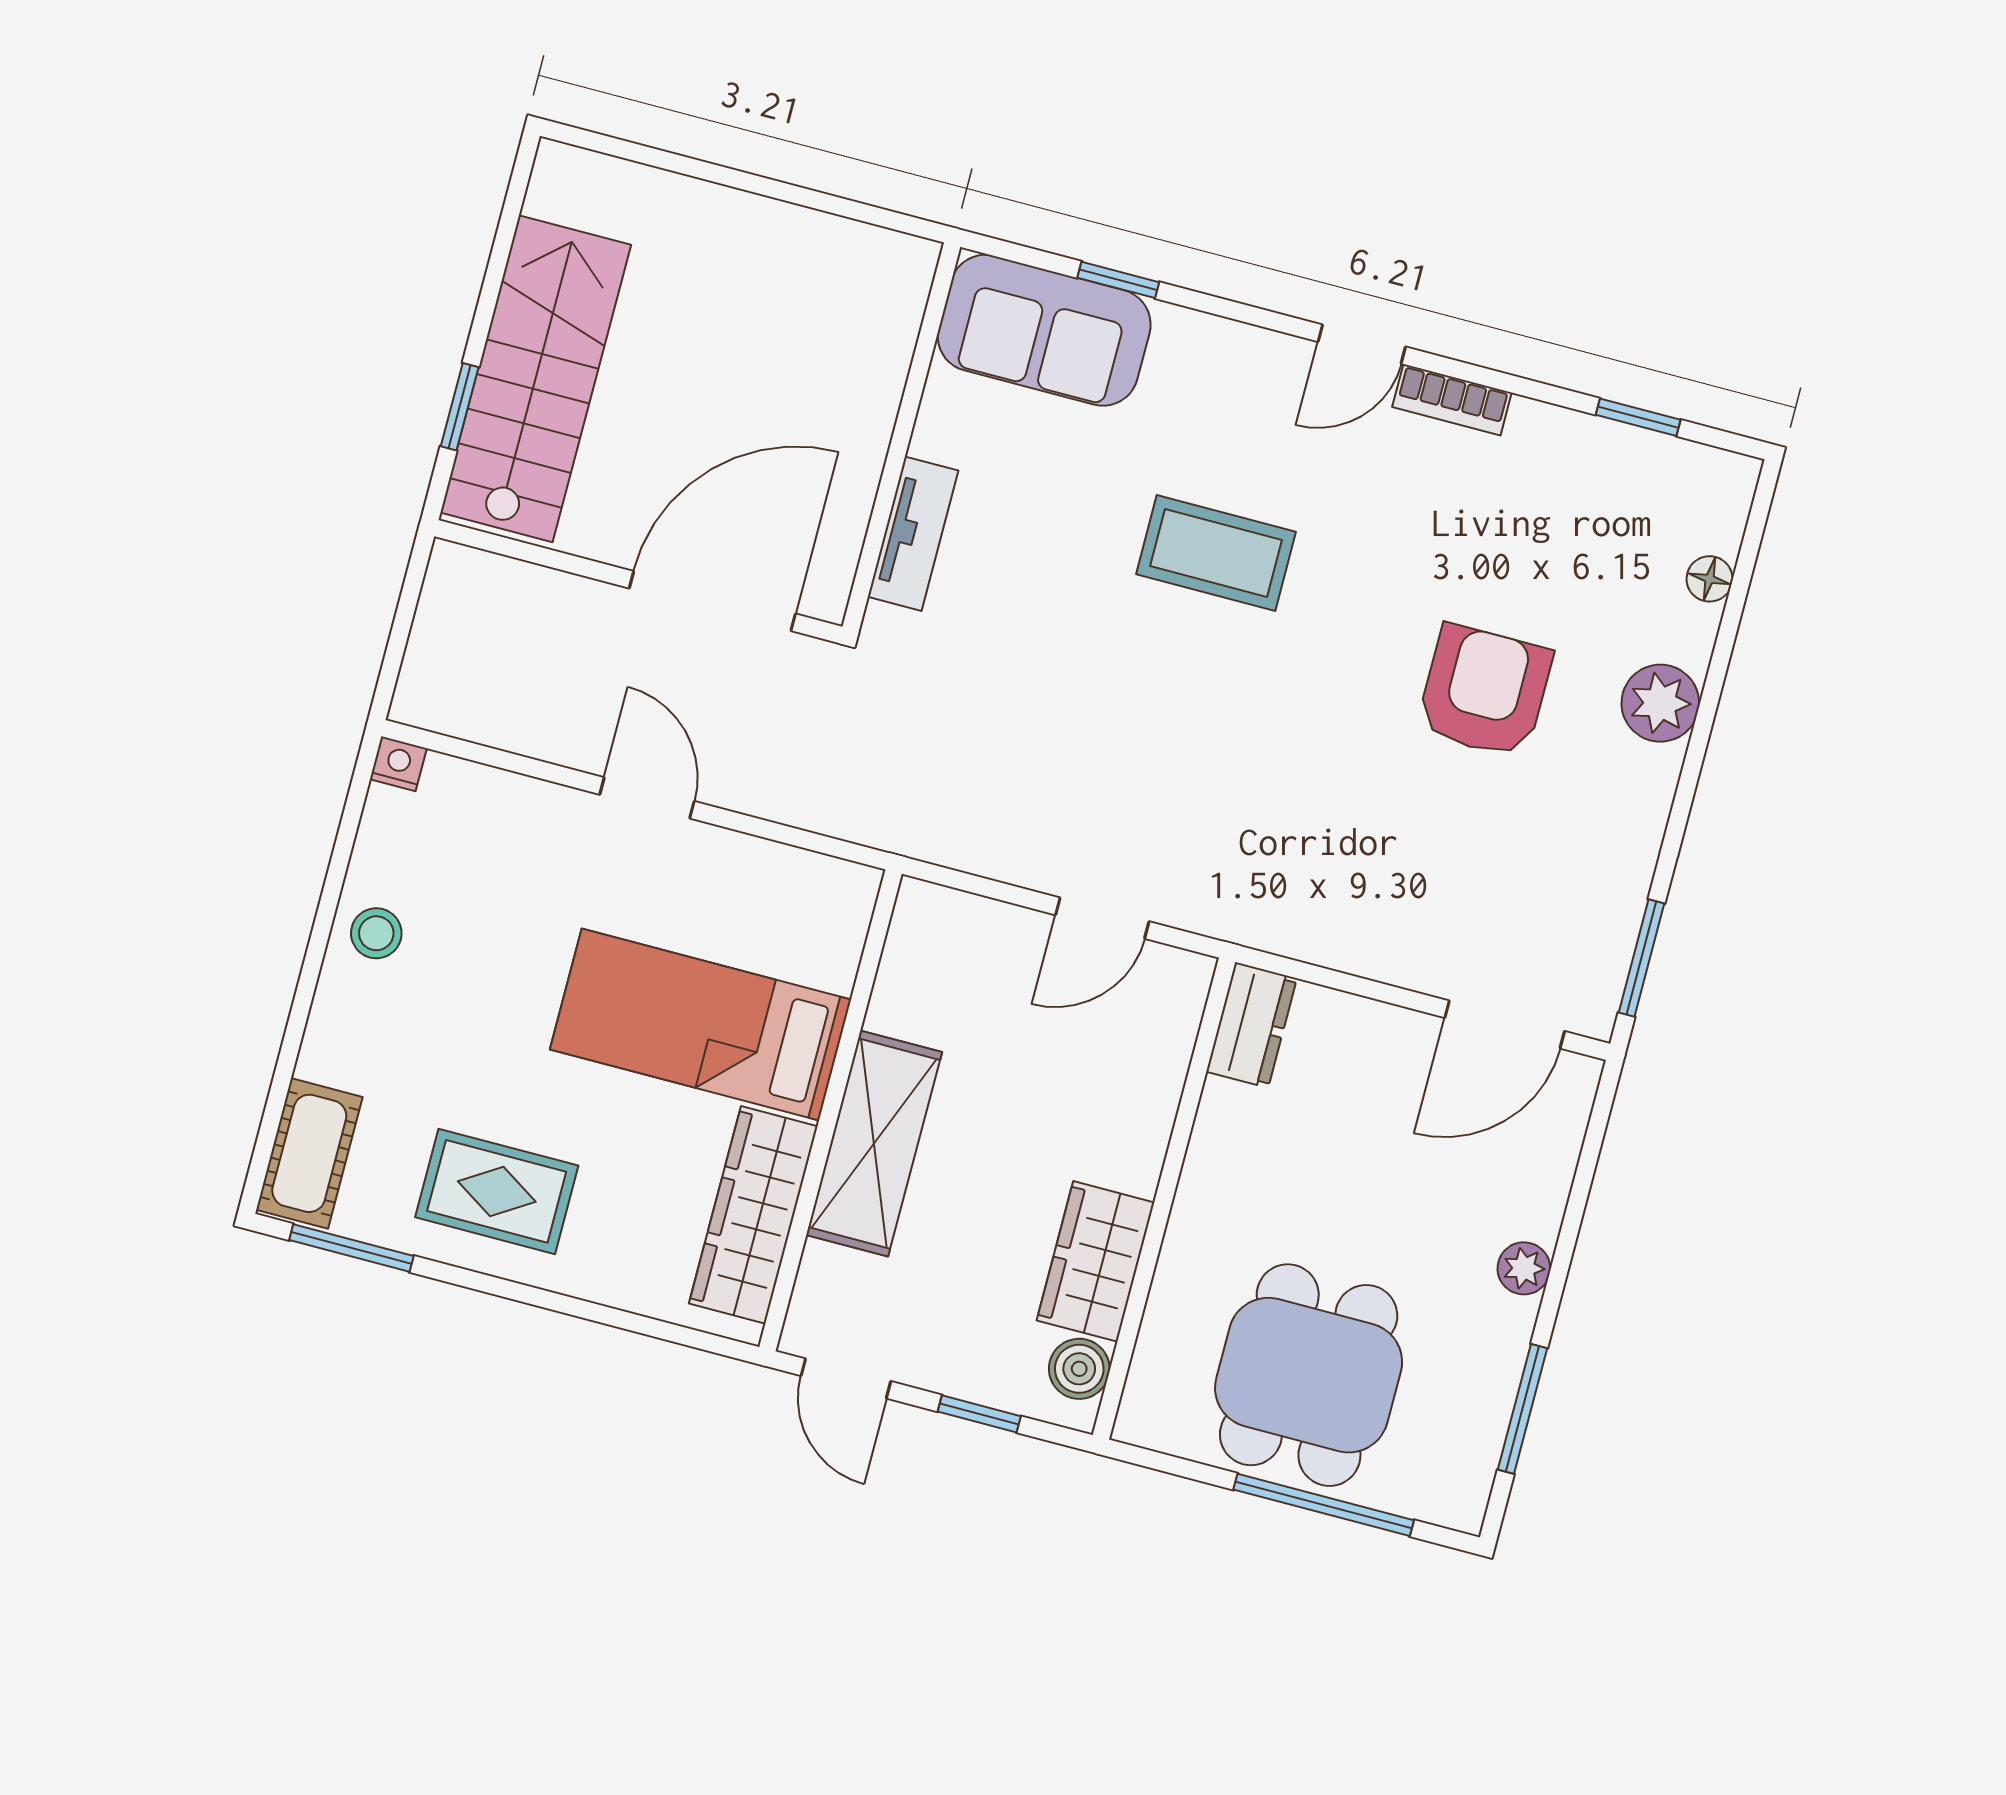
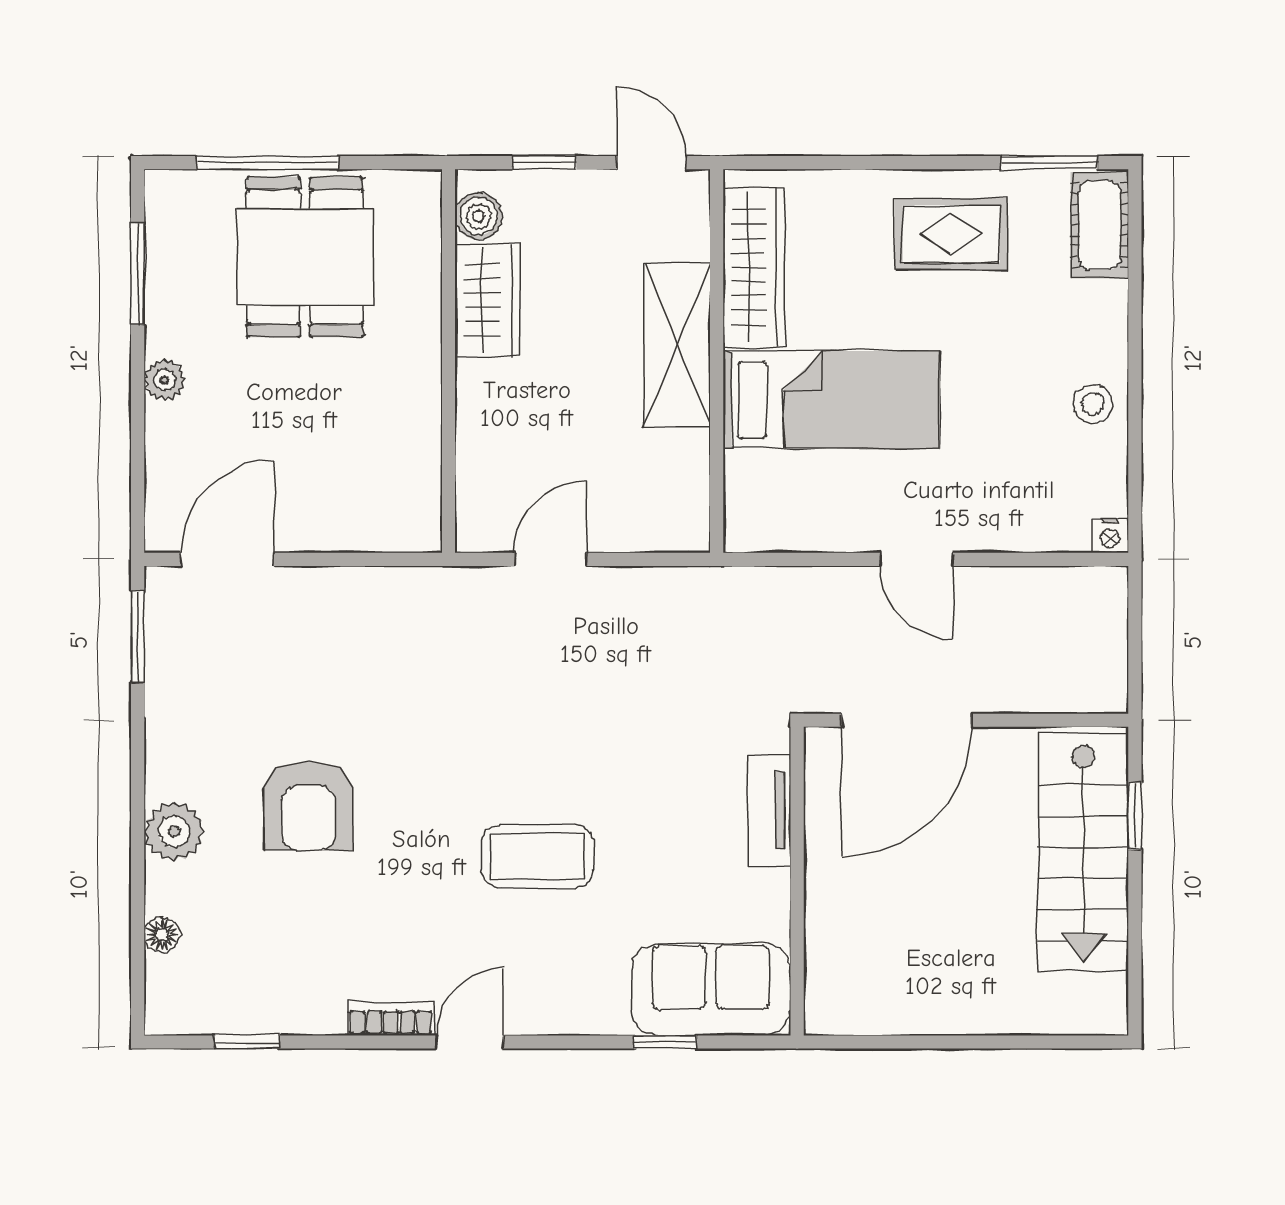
dresser: (1252, 1025) -> (417, 509), removed

